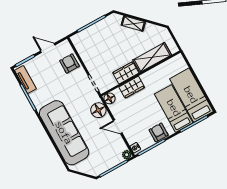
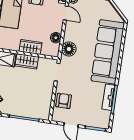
armchair: (69, 63) -> (64, 101), turned 180
tv unit: (25, 80) -> (109, 97), moved
floor lamp: (109, 98) -> (56, 38), moved
door: (118, 127) -> (66, 13), moved

